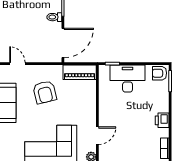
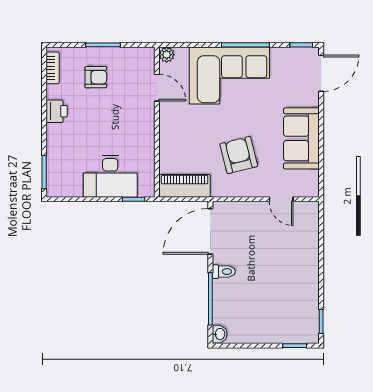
armchair: (159, 73) -> (96, 77), moved
door: (97, 136) -> (157, 88), swing flipped

